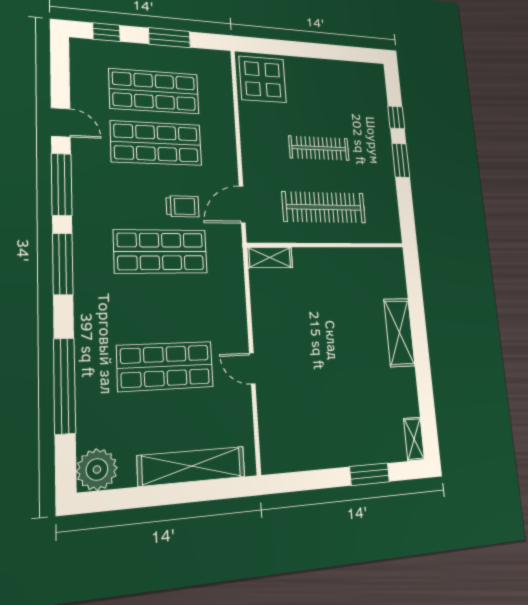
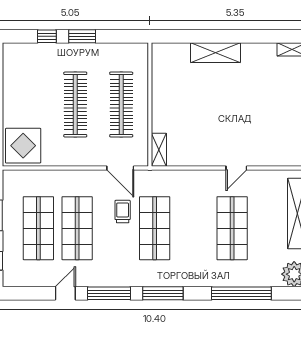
clothes rail: (319, 148) -> (75, 105), width x1.37, depth x1.31

